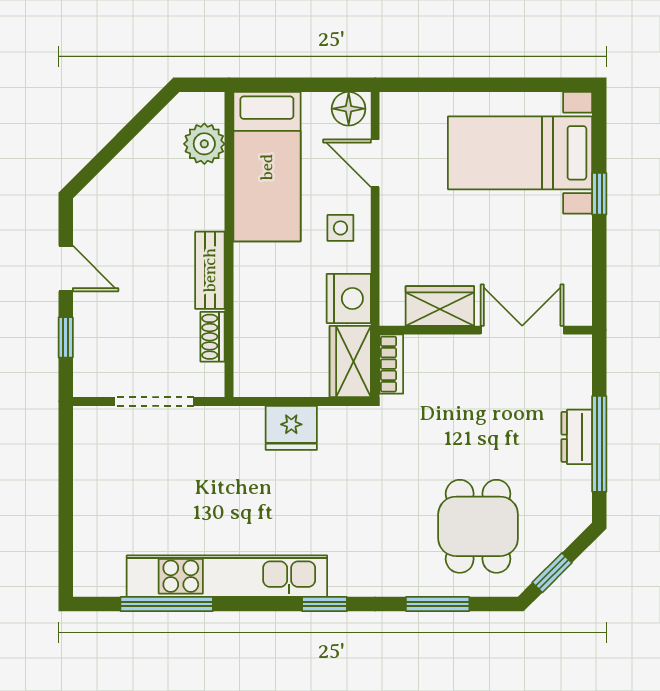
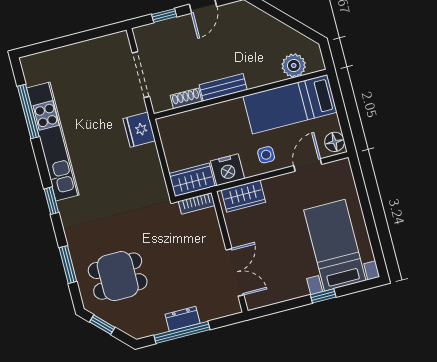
wardrobe: (440, 306) -> (243, 196), moved, turned 90
fridge: (291, 428) -> (139, 130), moved

